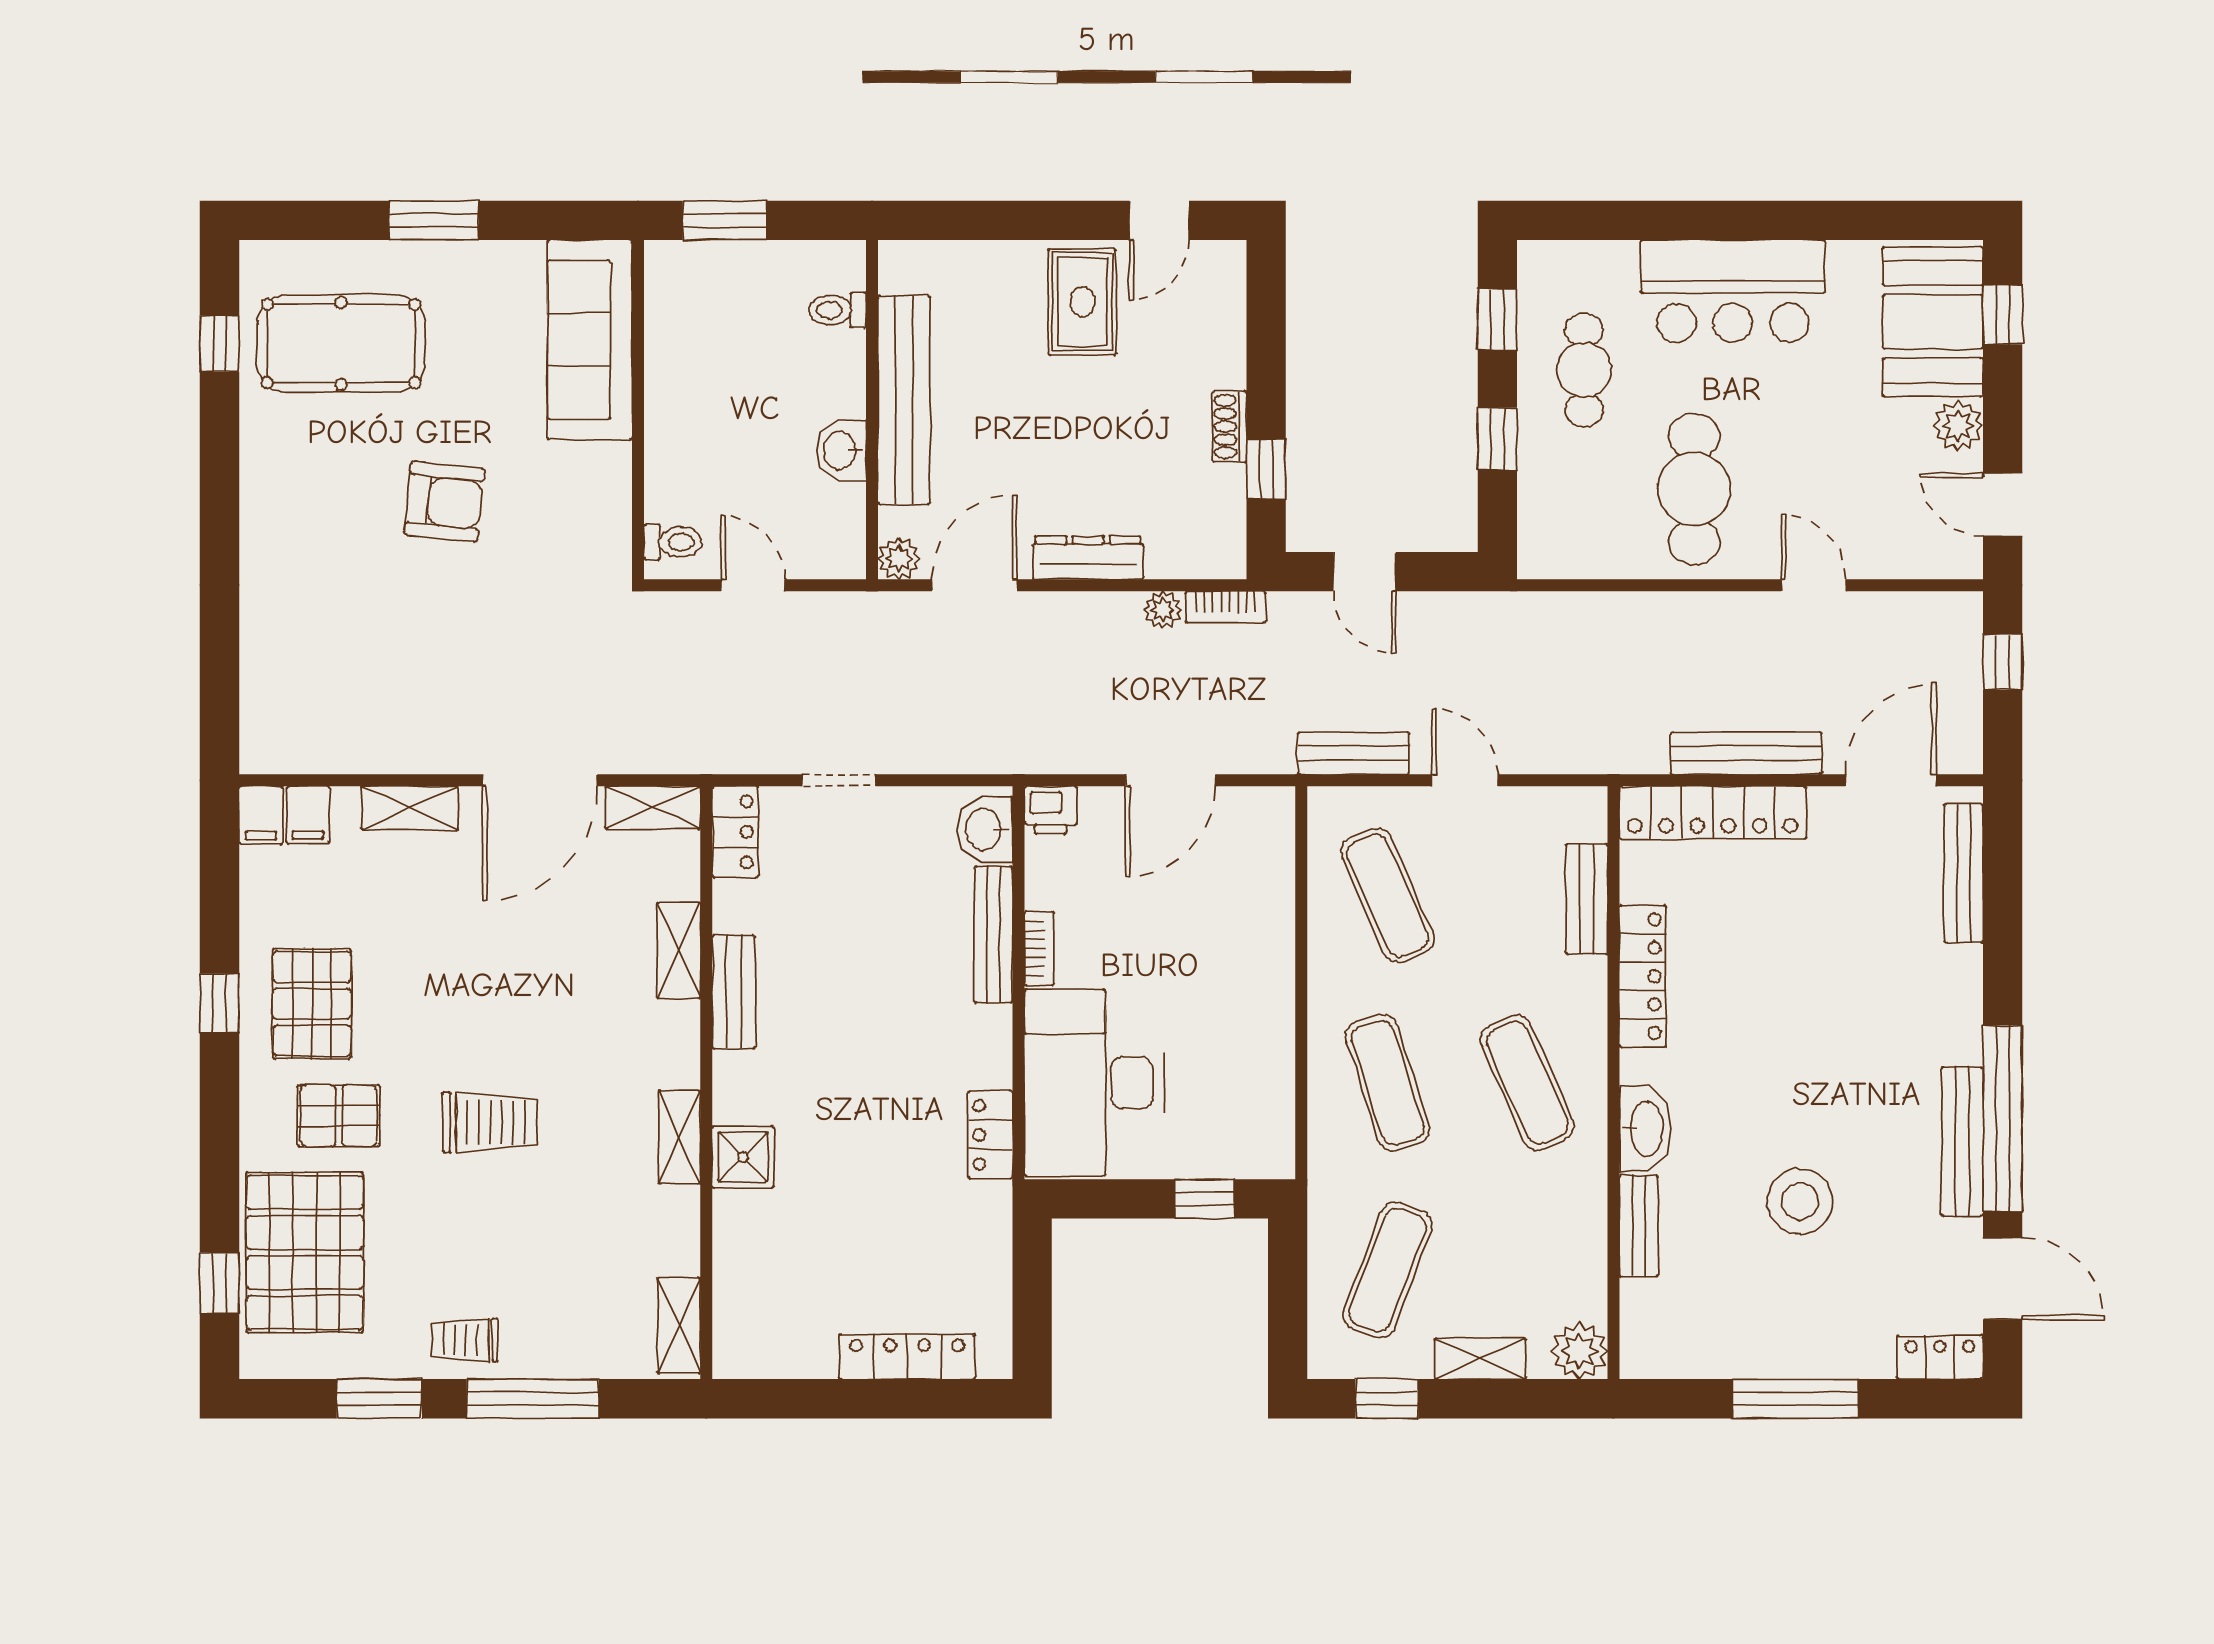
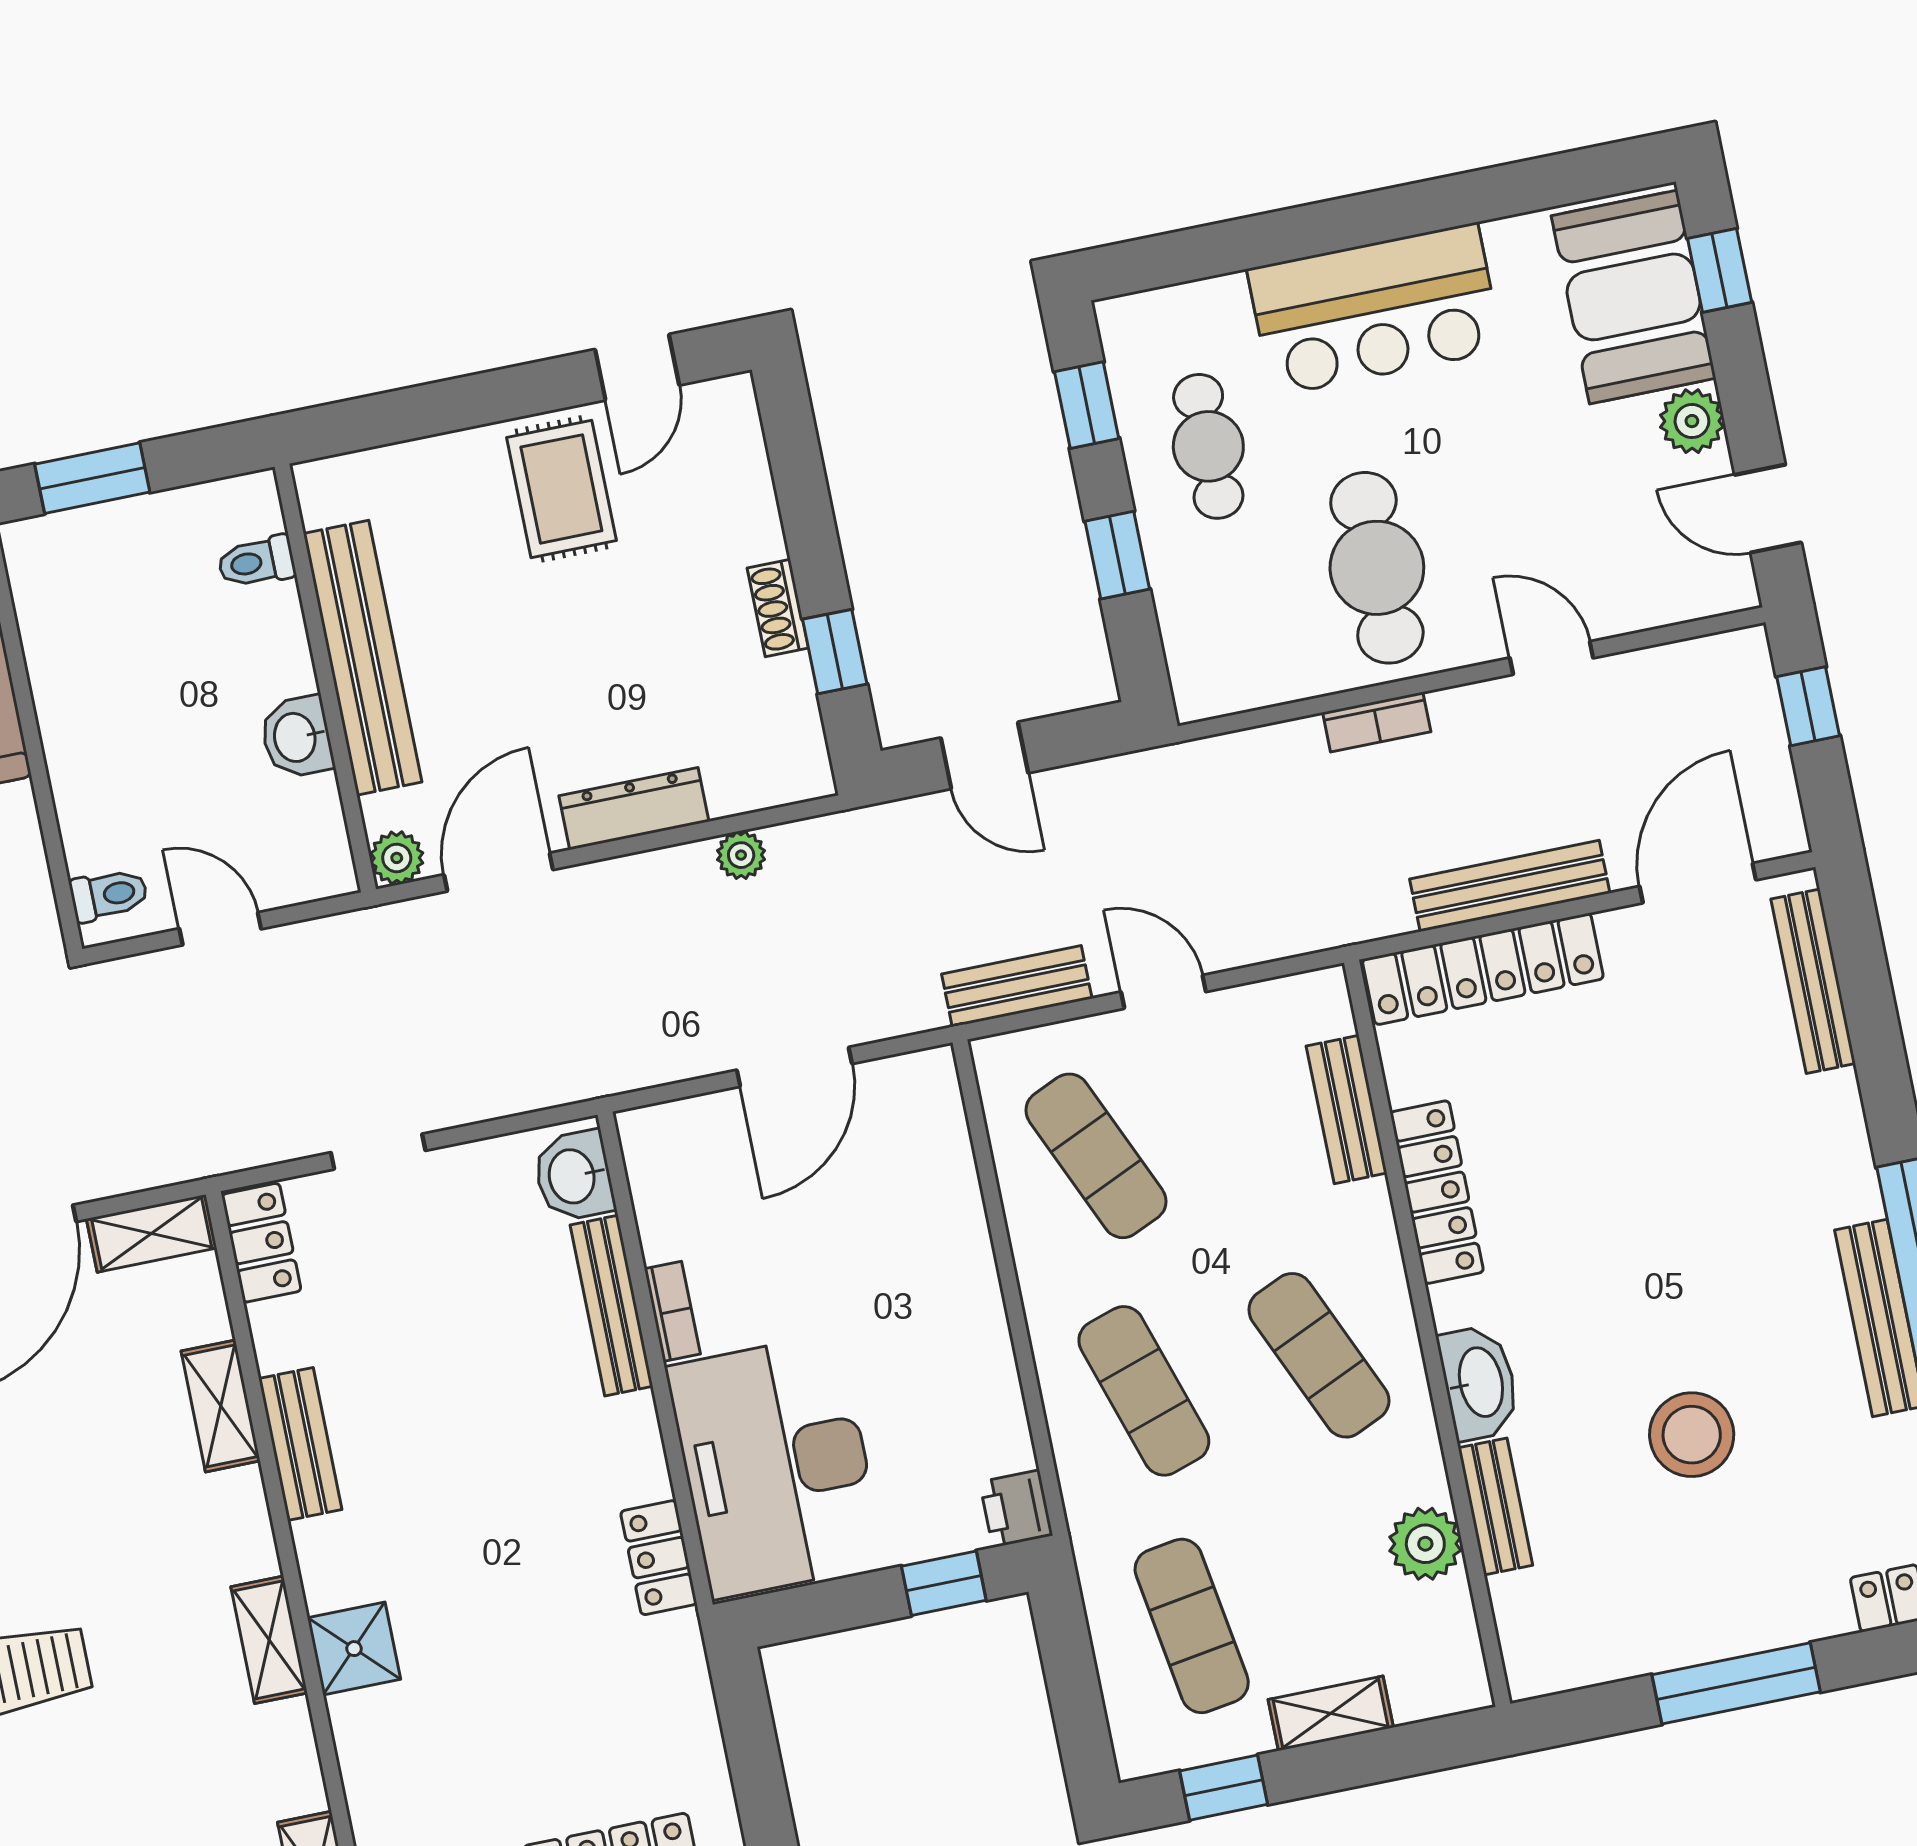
bookcase: (1225, 607) -> (1377, 722), moved
printer: (1051, 810) -> (1016, 1509), moved, turned 90
exercise mat: (1388, 1270) -> (1192, 1626), turned -30
plant: (1579, 1351) -> (1425, 1544), moved

